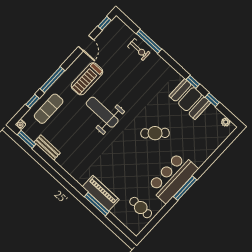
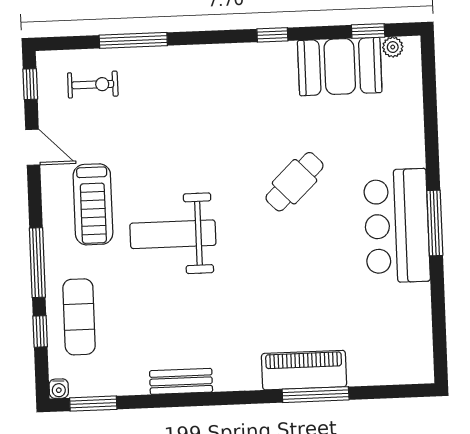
exercise bike: (139, 50) -> (93, 85), moved
booth: (190, 99) -> (340, 67), moved
window: (212, 100) -> (368, 31), moved
bench: (47, 147) -> (181, 381), moved
cafe table: (141, 208) -> (393, 328), removed

